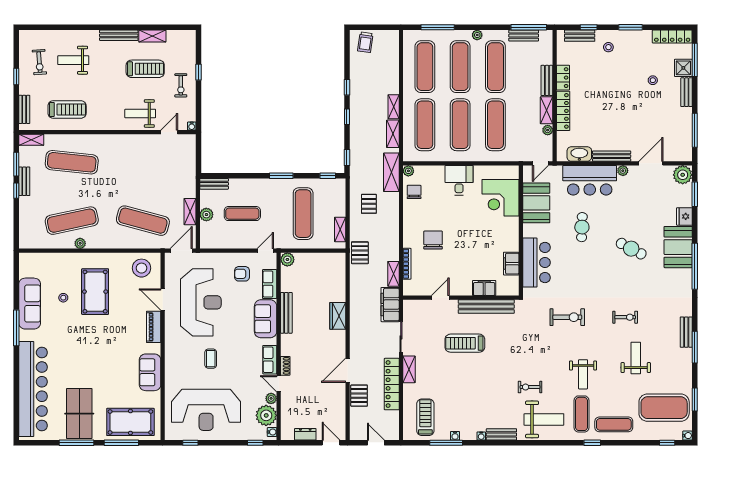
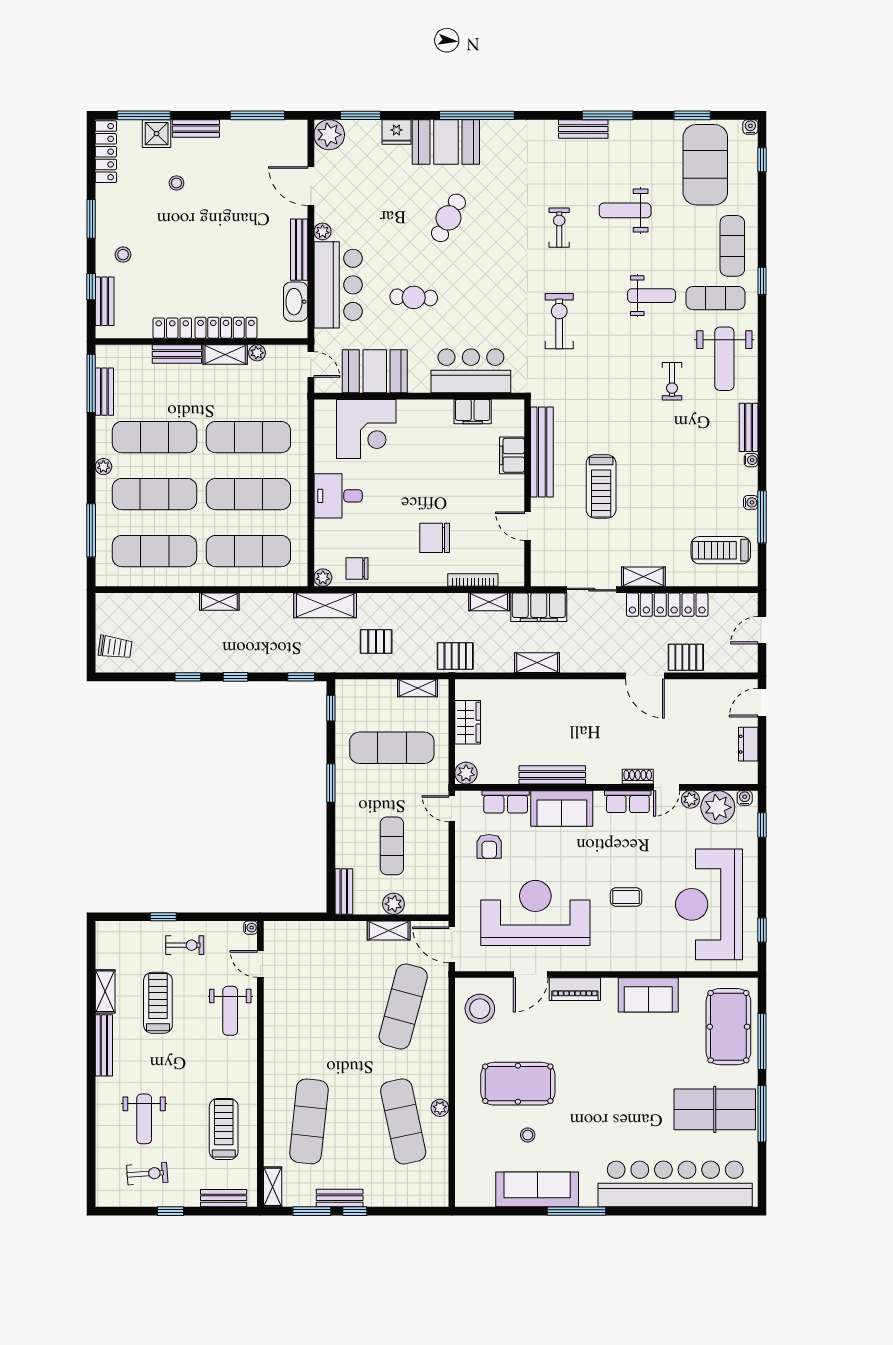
shelving: (393, 134) -> (537, 663), moved
wardrobe: (338, 316) -> (468, 722), moved, turned -90
reception desk: (206, 410) -> (709, 904), turned 180
weight bench: (544, 419) -> (724, 359), turned 180

